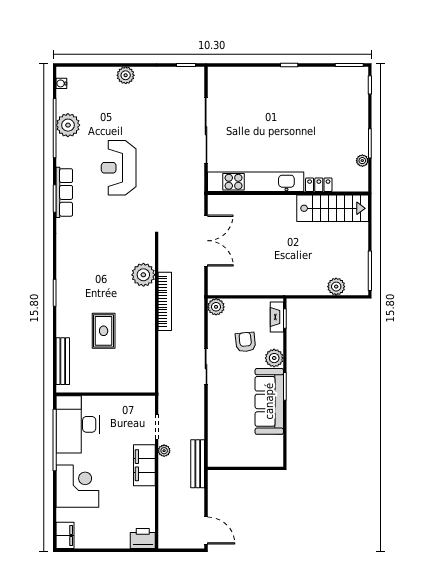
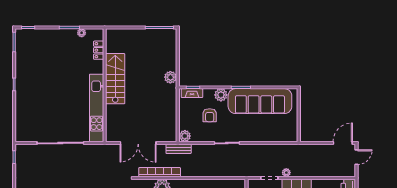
locker: (319, 185) -> (99, 50), moved
stairs: (333, 208) -> (115, 79), moved
double door: (206, 241) -> (138, 143), swing flipped
plant: (336, 287) -> (170, 77), moved
bookcase: (165, 301) -> (160, 172), moved
armchair: (245, 342) -> (210, 115), turned -84
sofa: (269, 401) -> (260, 101), width x1.36, depth x1.27
bench: (198, 464) -> (179, 149), moved, width x0.73
door: (186, 550) -> (357, 157), added

